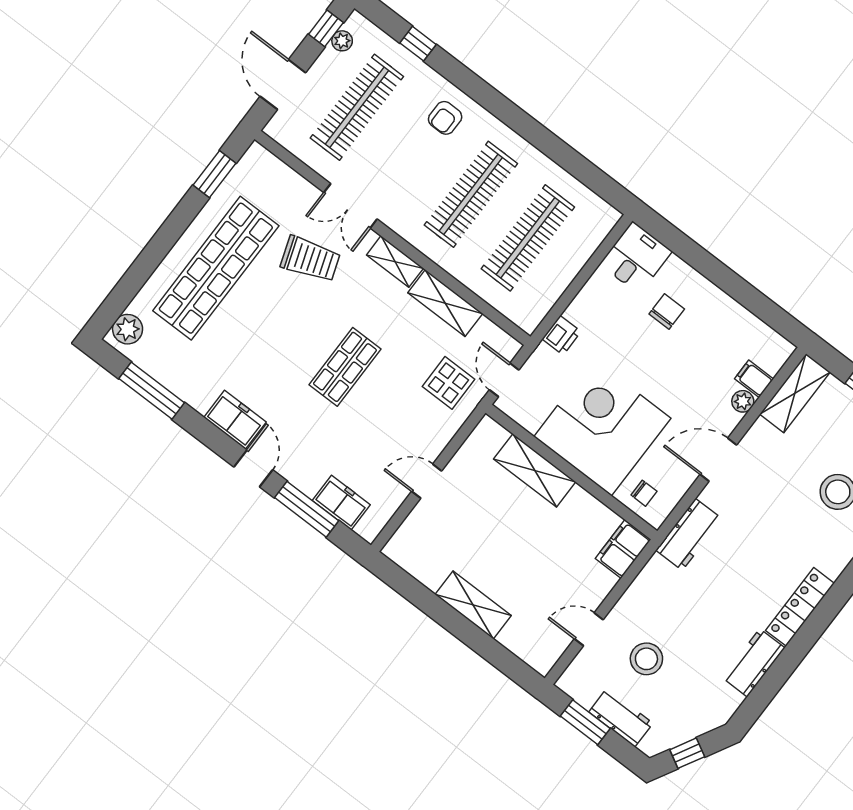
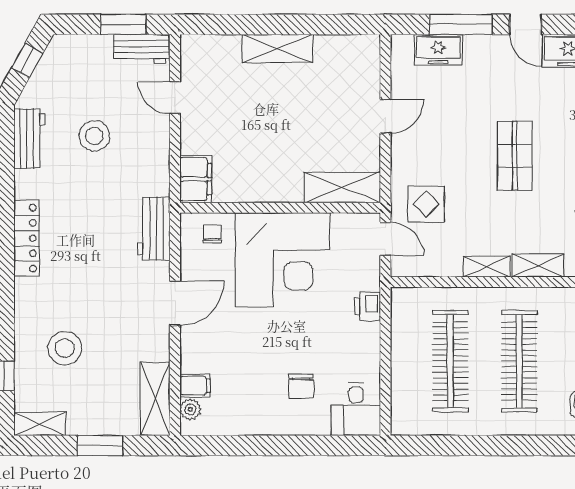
shelving: (445, 303) -> (487, 267), width x0.67, depth x0.75
plant: (743, 401) -> (190, 409), moved
shelving: (535, 470) -> (342, 187), moved
chair: (644, 493) -> (212, 234), turned 90
door: (589, 629) -> (175, 98), swing flipped
stool: (646, 659) -> (94, 136), moved
workbench: (754, 663) -> (29, 138), moved
workbench: (621, 718) -> (142, 49), moved

